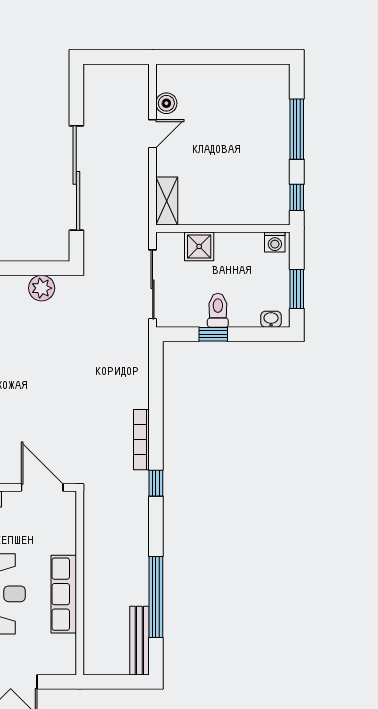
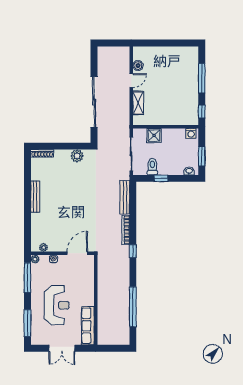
shelving: (167, 201) -> (138, 103), moved
toilet: (218, 310) -> (152, 167), moved
door: (42, 488) -> (77, 253), hinge flipped
row of seats: (64, 594) -> (88, 326), moved
bench: (139, 641) -> (125, 197), moved

